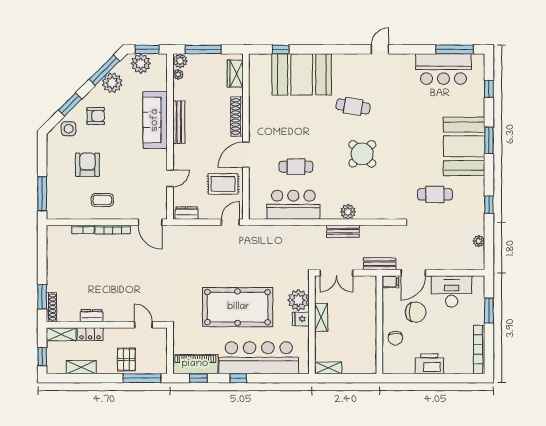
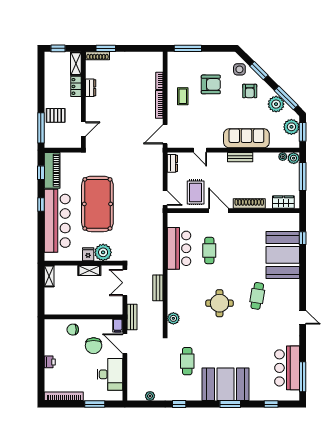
bench: (179, 122) -> (240, 157), width x0.73
round table: (362, 154) -> (219, 303), turned 45
plant: (348, 212) -> (173, 318), moved
printer: (429, 364) -> (50, 362), width x0.53, depth x0.68
shelving: (81, 367) -> (50, 79), removed

